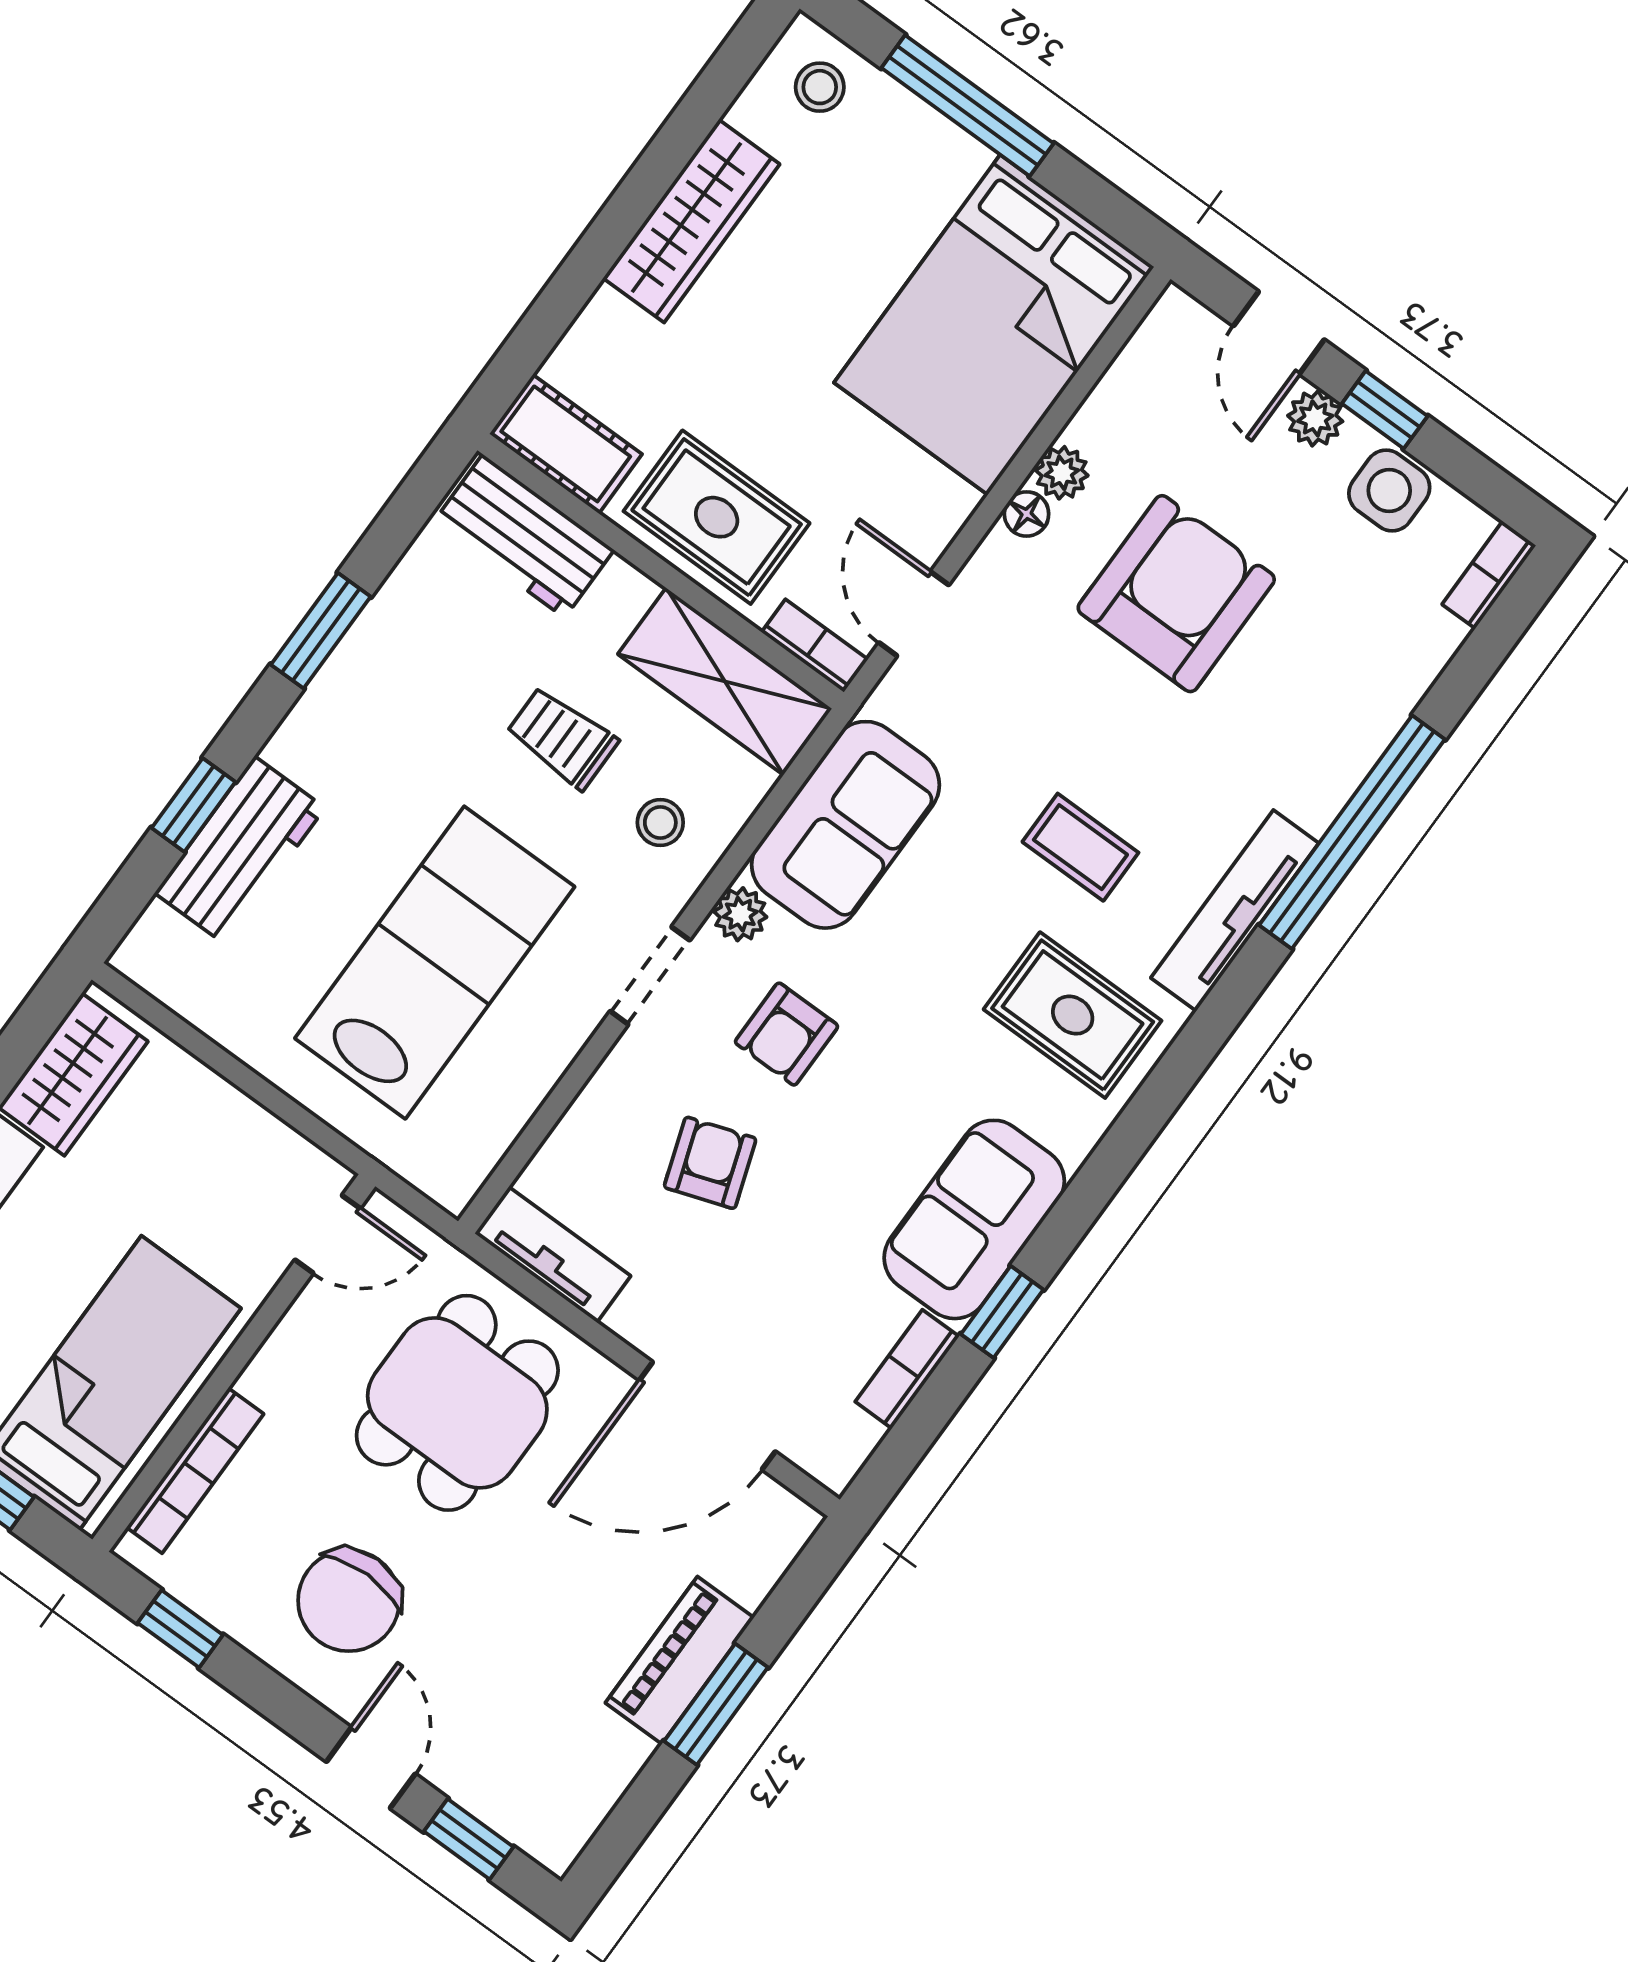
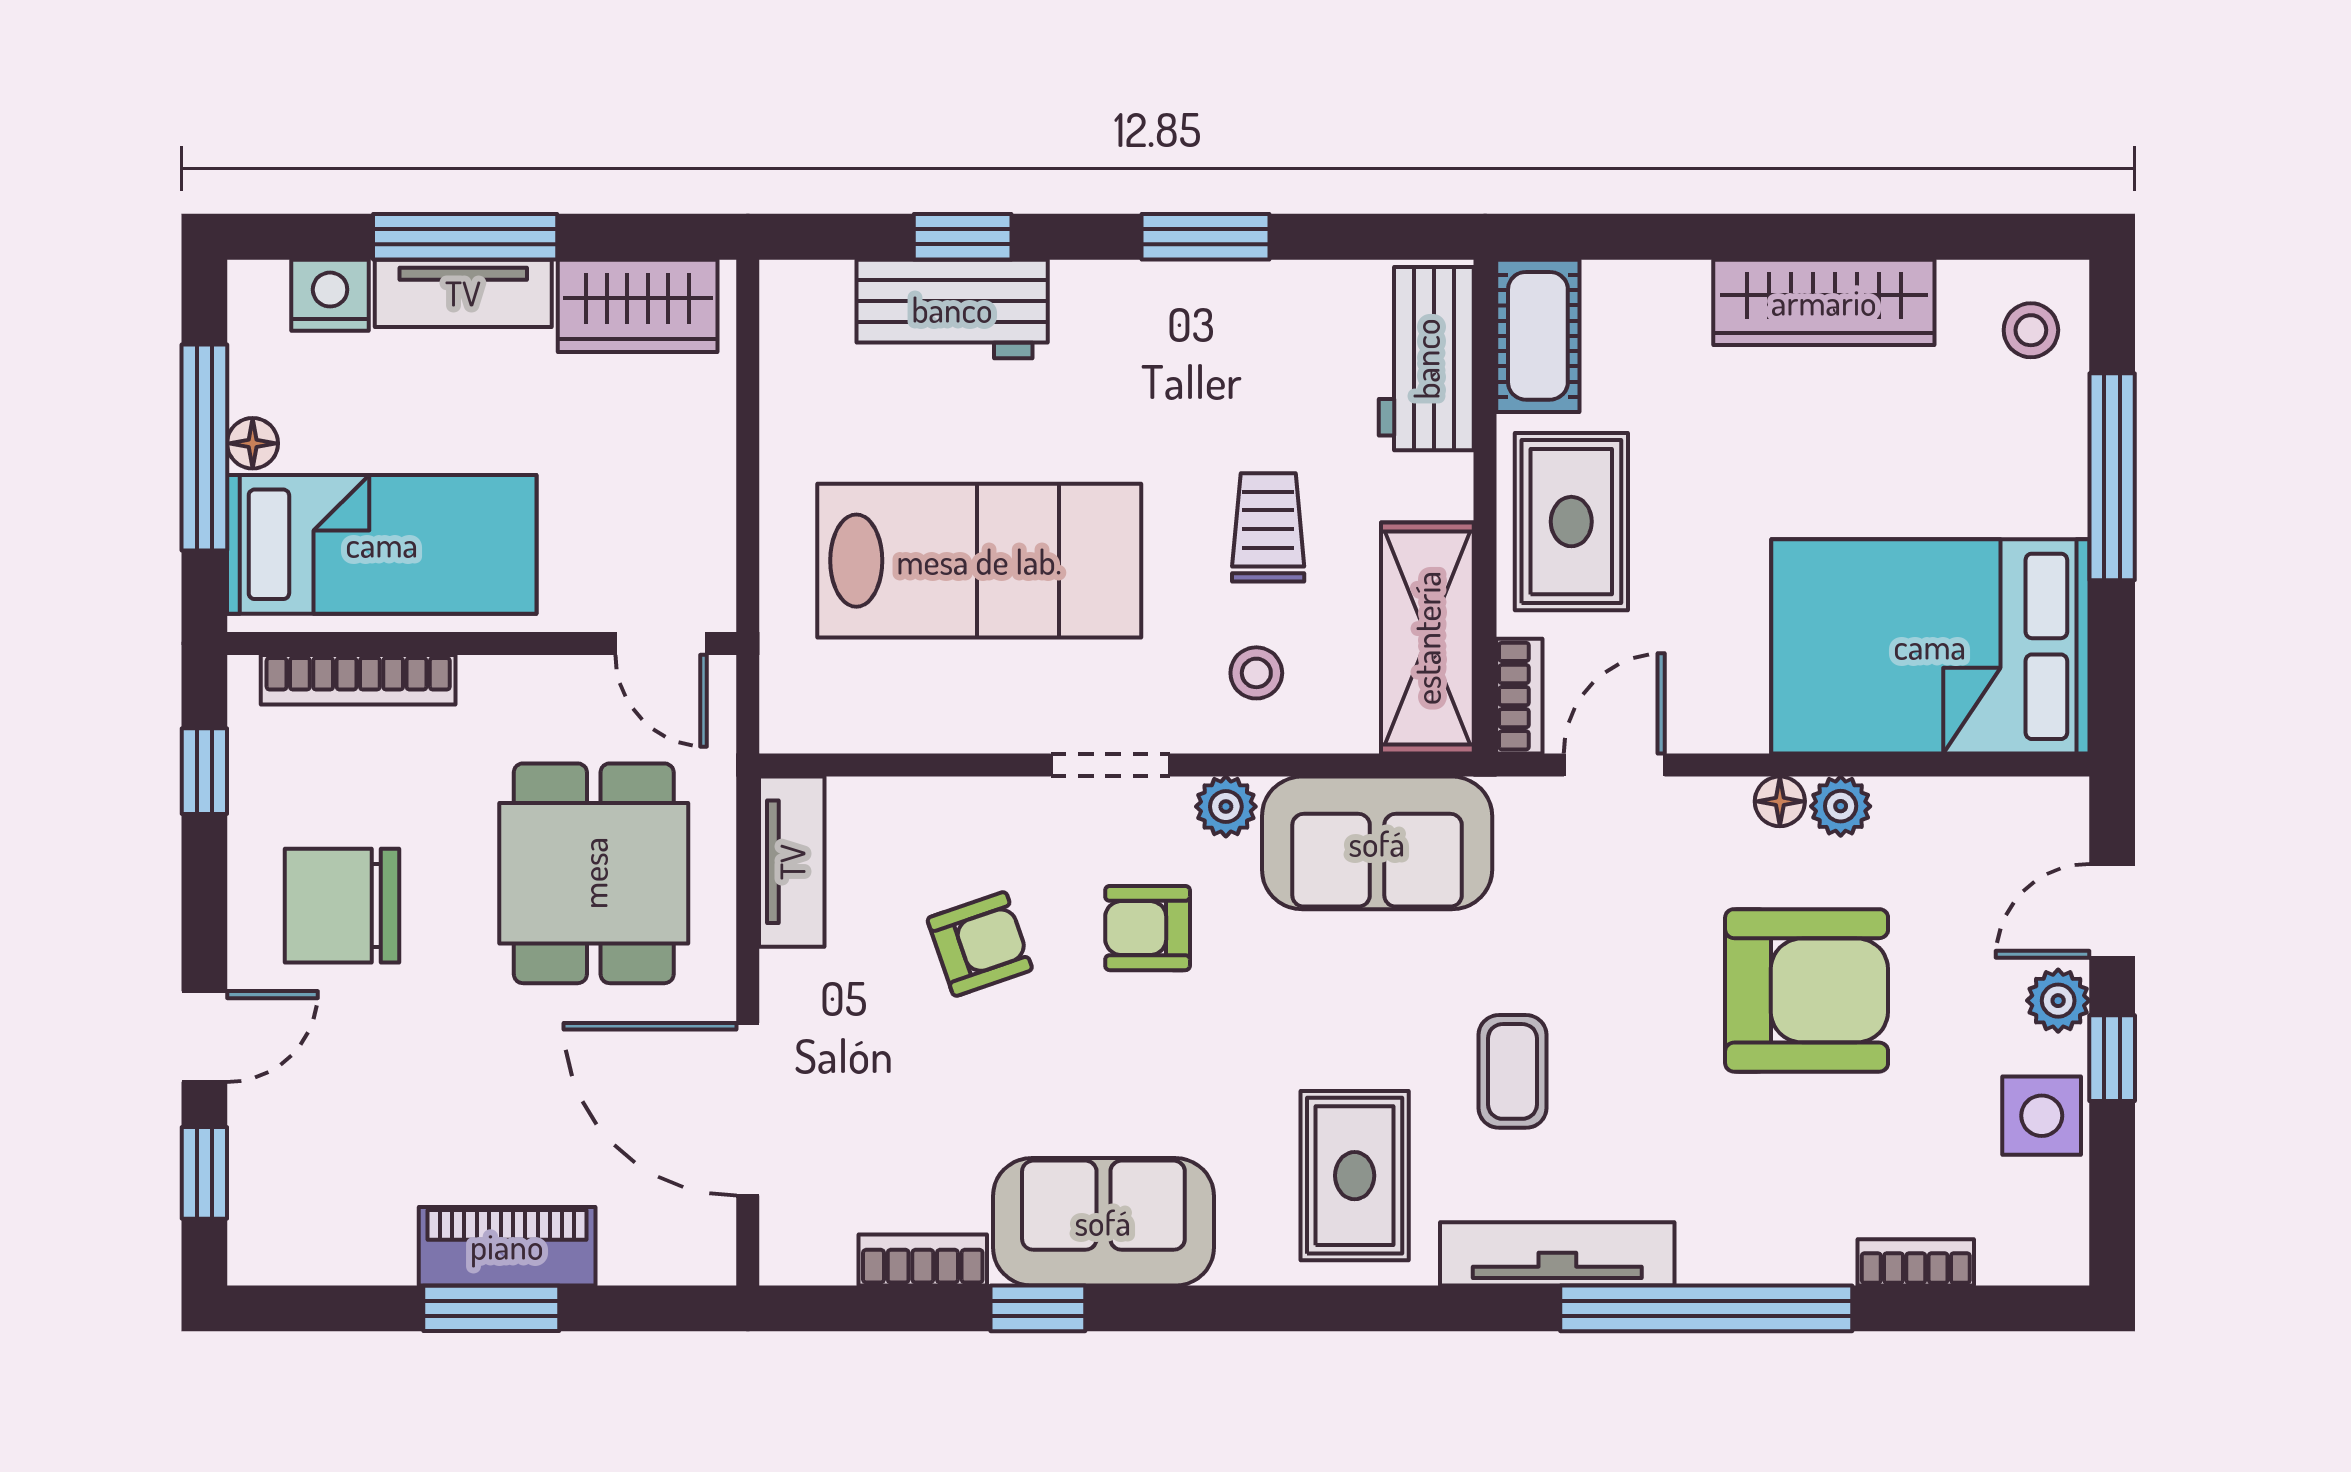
bookcase: (1489, 575) -> (1916, 1262), moved
dining table: (457, 1403) -> (594, 873), turned 90

